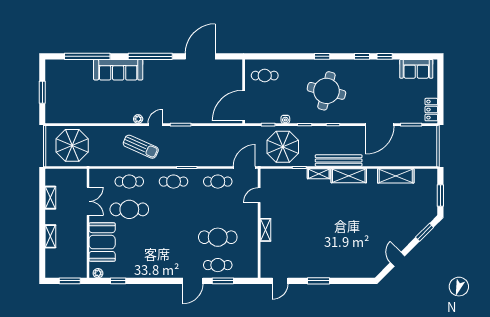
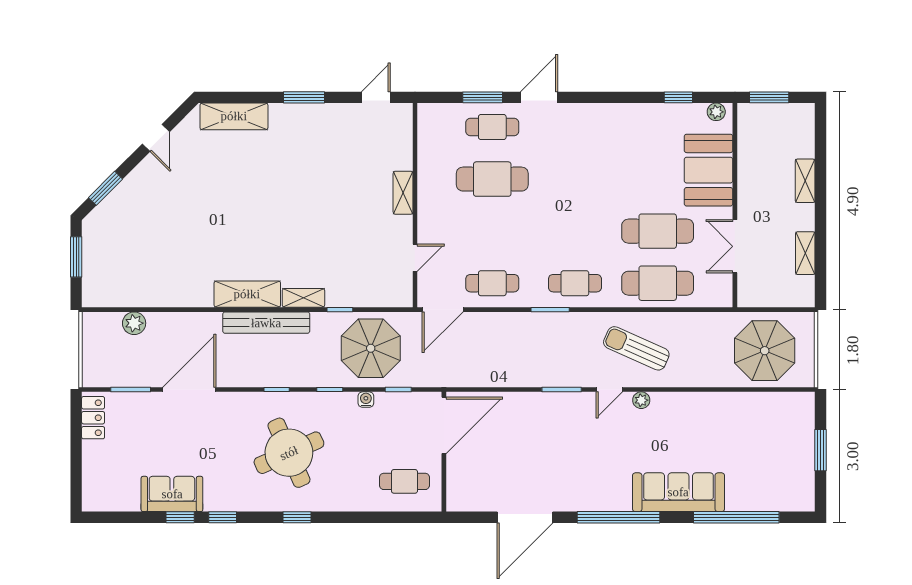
sofa: (416, 69) -> (172, 494), moved
round table: (326, 91) -> (289, 453), turned -38
plant: (409, 160) -> (134, 323), added
shelving: (396, 176) -> (234, 116), moved
cafe table: (129, 182) -> (658, 283), width x1.37, depth x1.35

